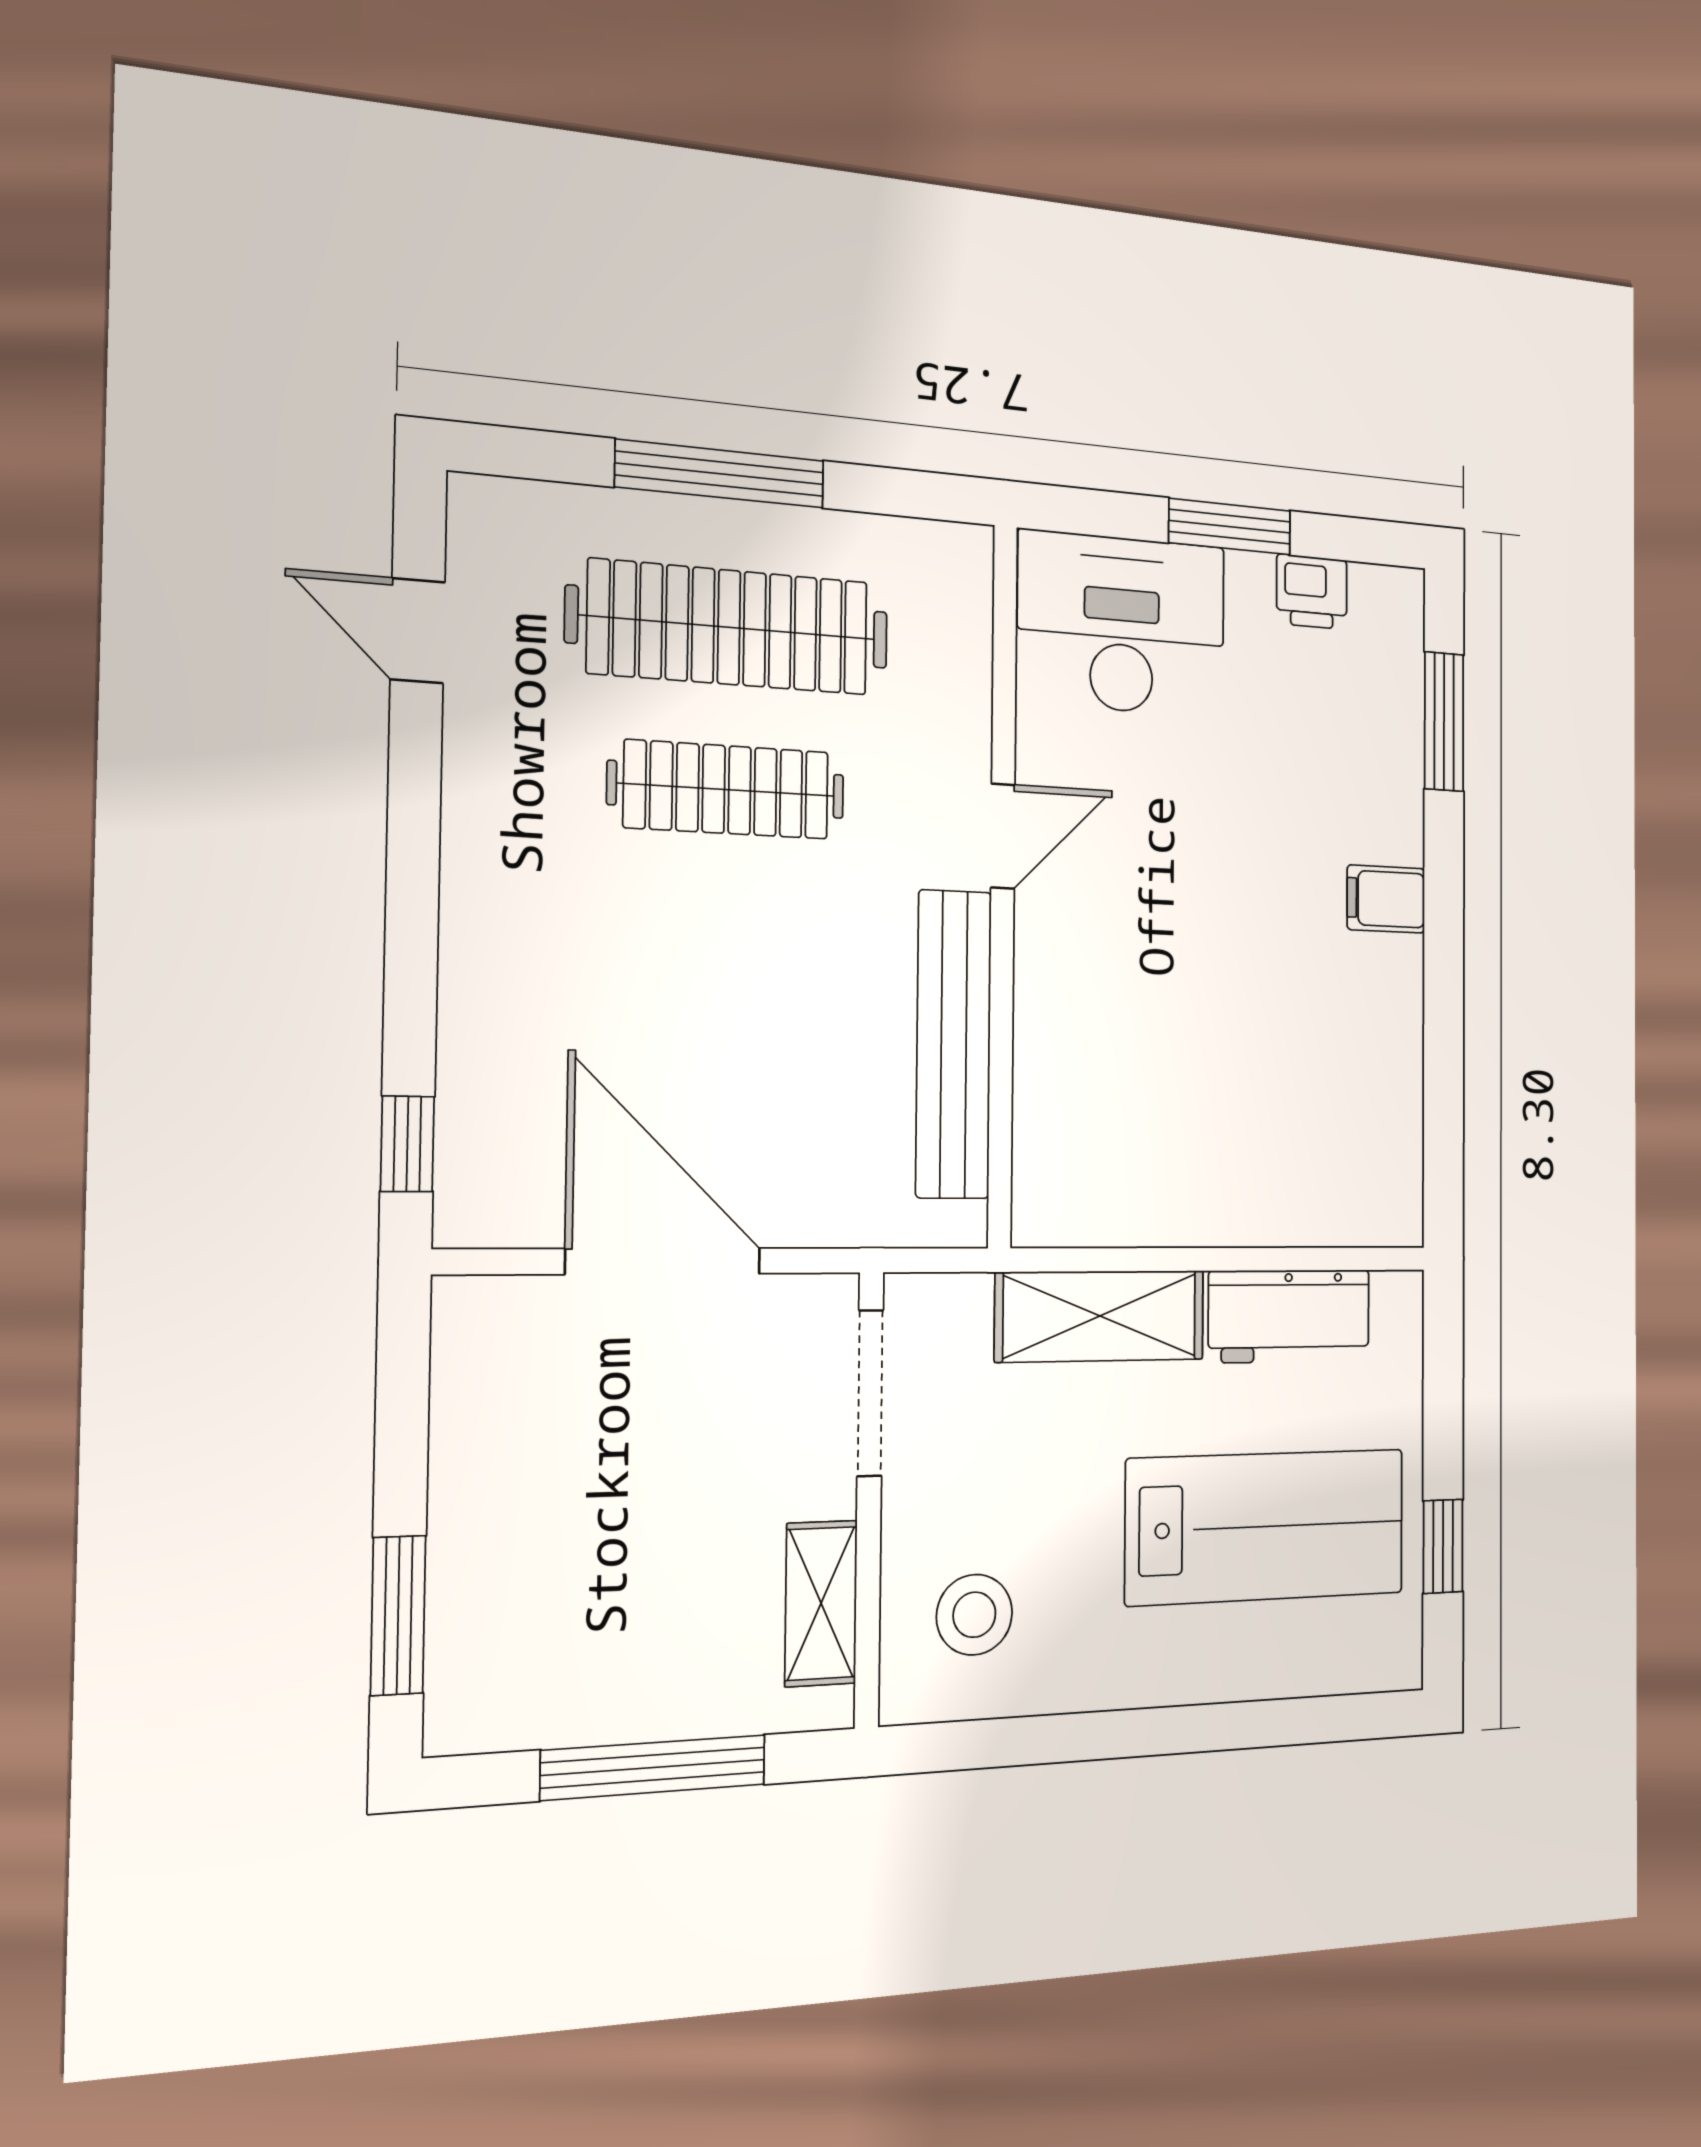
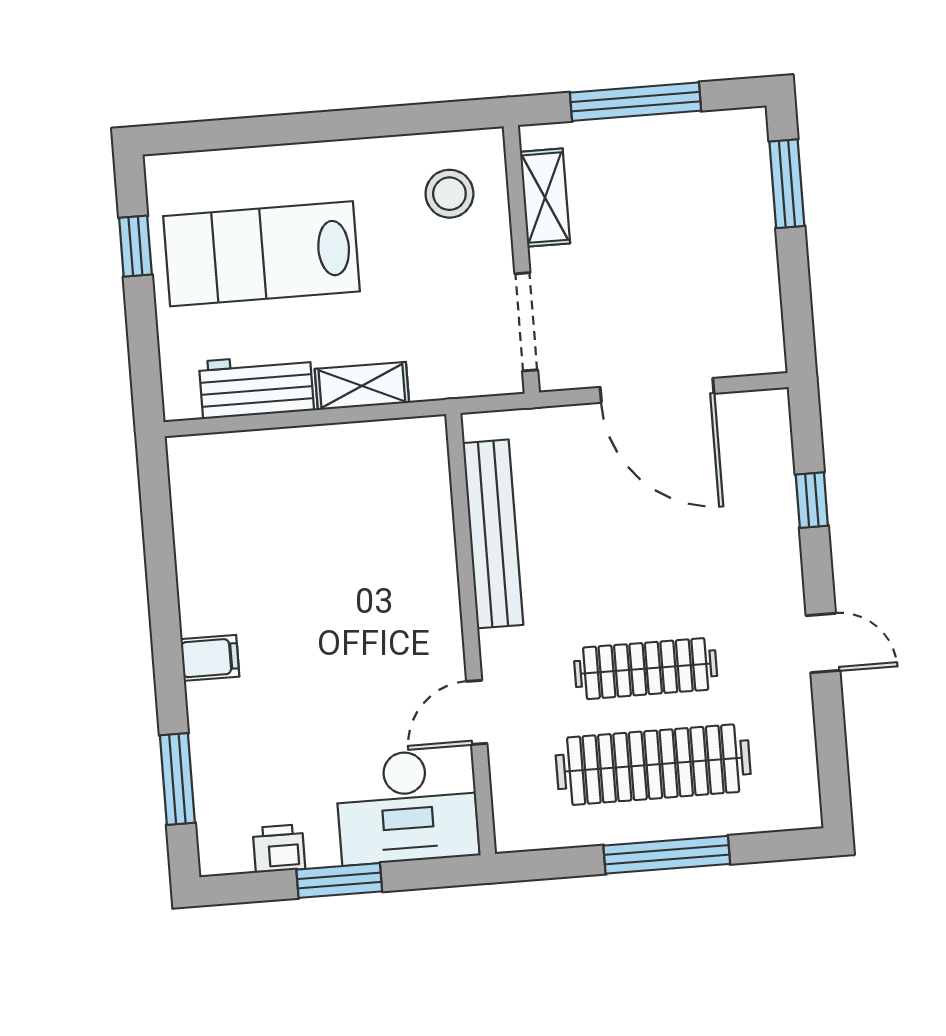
door: (418, 631) -> (823, 643), moved
door: (1003, 836) -> (477, 712), moved
window: (407, 1144) -> (812, 500), moved
shelving: (1100, 1316) -> (362, 386), width x0.67, depth x0.75

